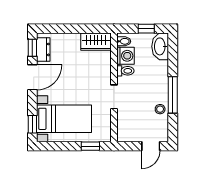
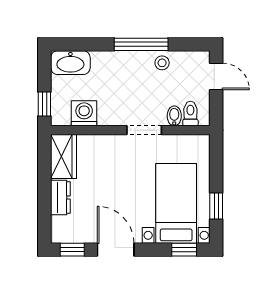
window: (146, 29) -> (44, 104), moved
bidet: (124, 41) -> (174, 116), moved
dresser: (43, 49) -> (60, 198), moved, turned 90
toilet: (125, 71) -> (190, 114), moved
window: (90, 146) -> (216, 206), moved

